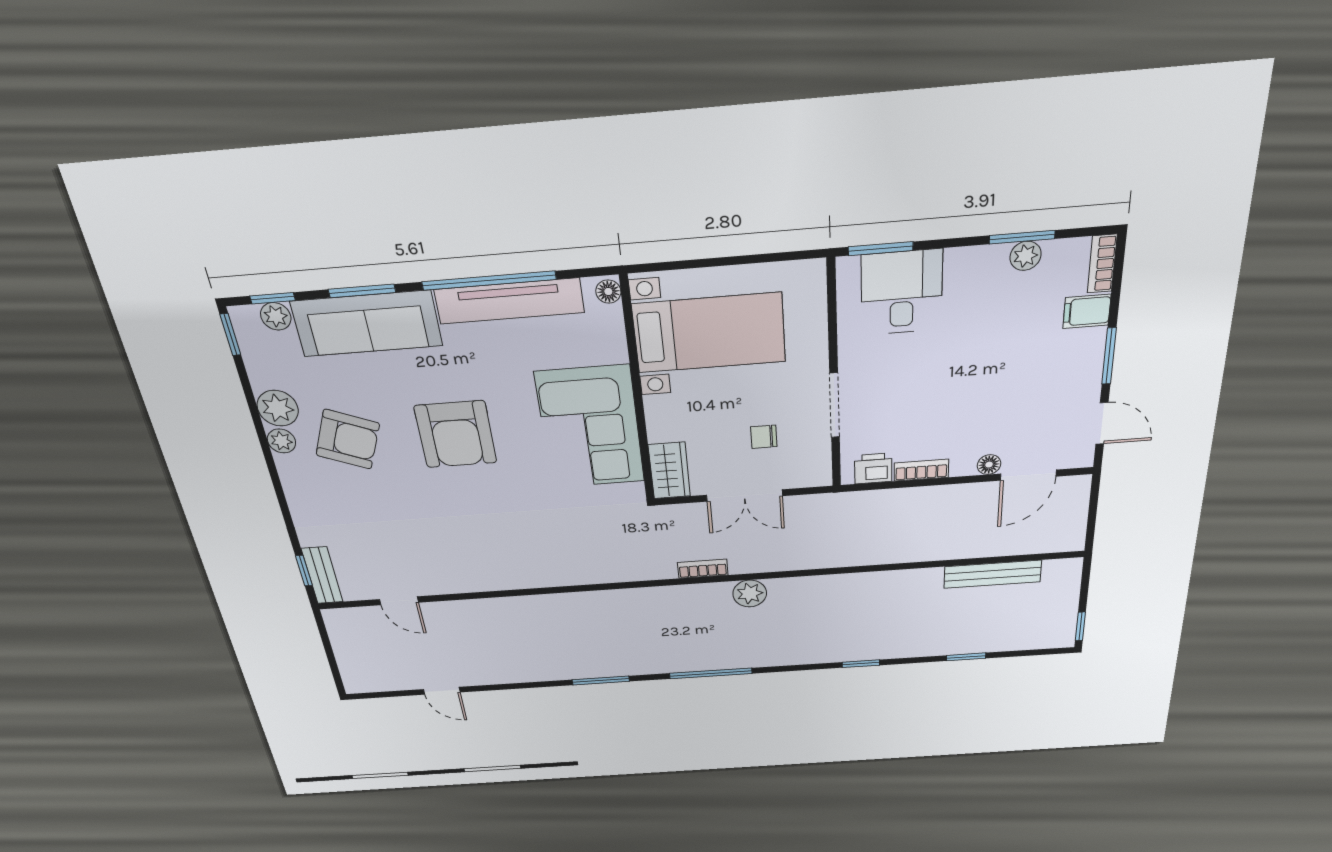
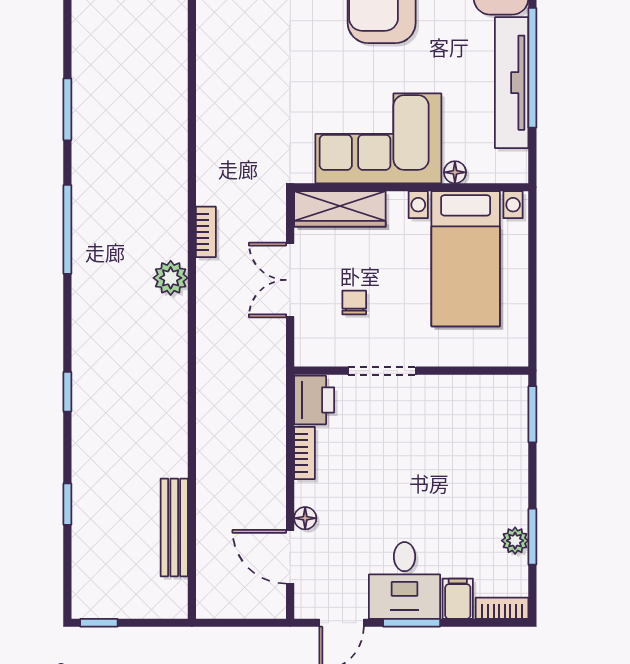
floor lamp: (608, 292) -> (455, 172), moved
desk: (902, 292) -> (404, 580), moved, turned 90
printer: (873, 468) -> (314, 400), width x1.36, depth x1.24
wardrobe: (669, 471) -> (340, 209), width x1.50

